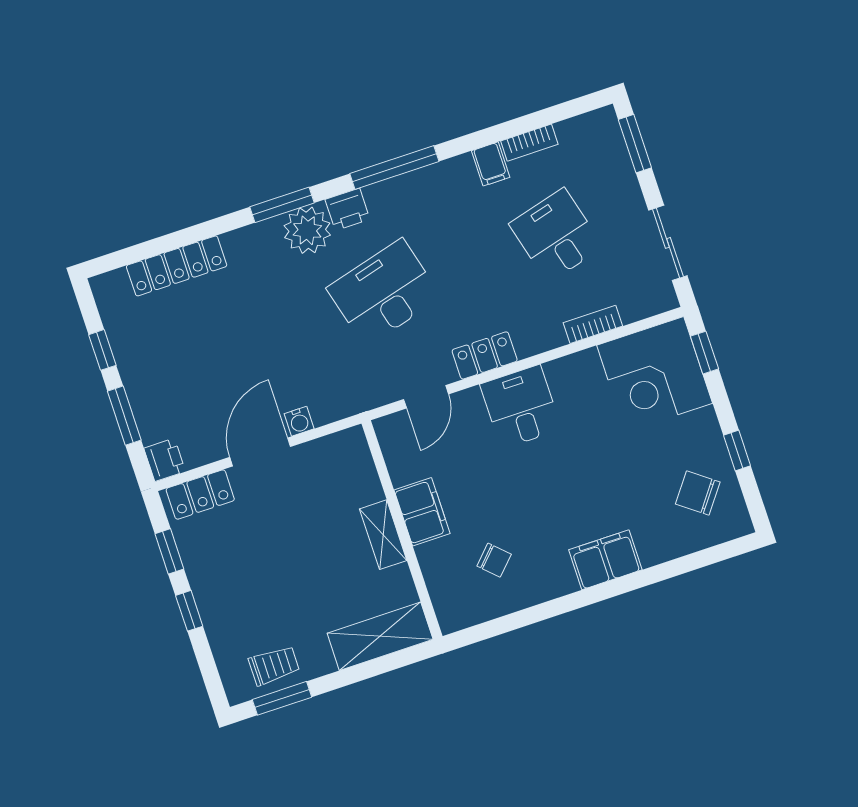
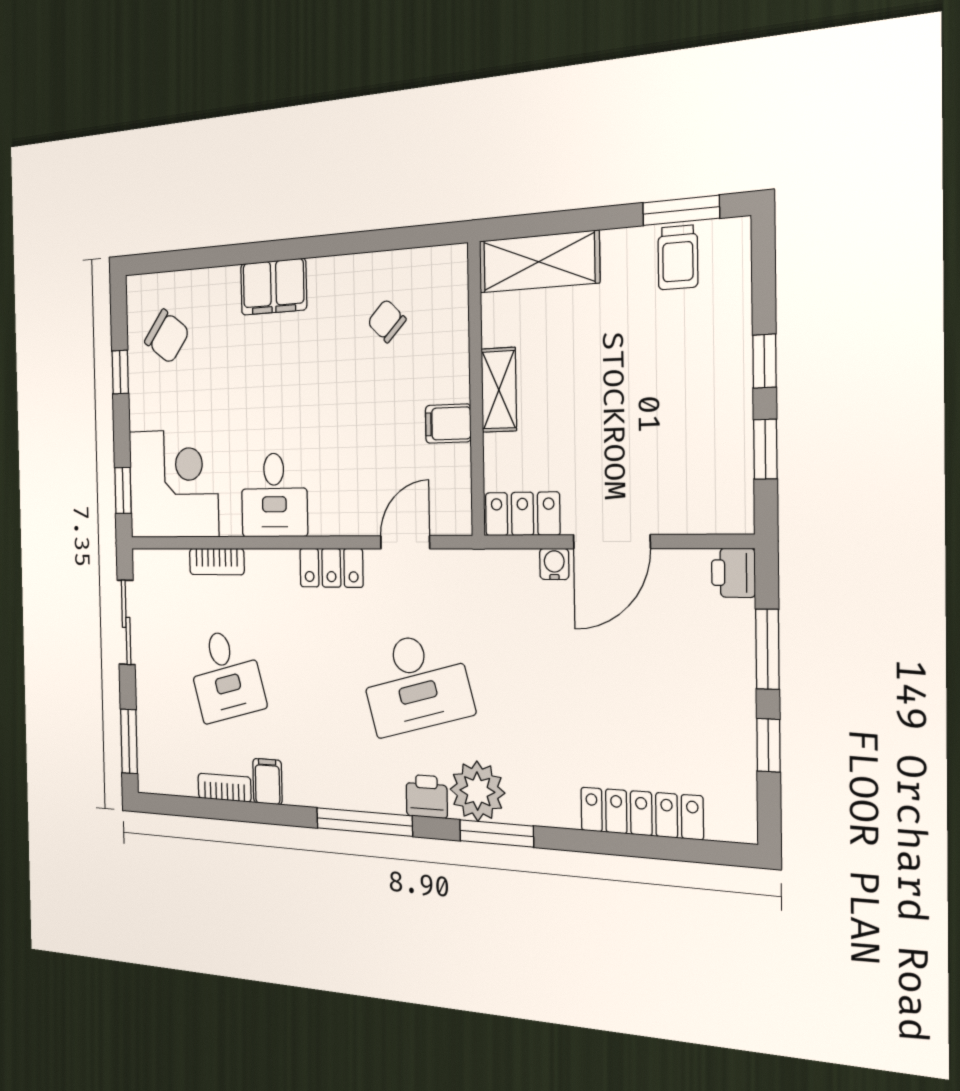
desk: (521, 407) -> (274, 495), moved
locker: (200, 495) -> (522, 514), moved
filing cabinet: (422, 512) -> (448, 424), width x0.50
trolley: (274, 665) -> (678, 257), turned -90

